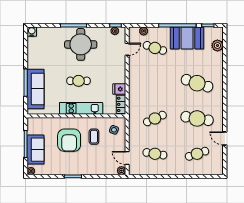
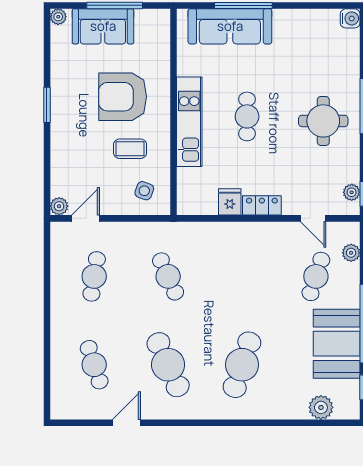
round table: (81, 44) -> (323, 121), width x0.73, depth x0.73
locker: (121, 104) -> (262, 205), moved
cafe table: (197, 118) -> (168, 365), turned -33

